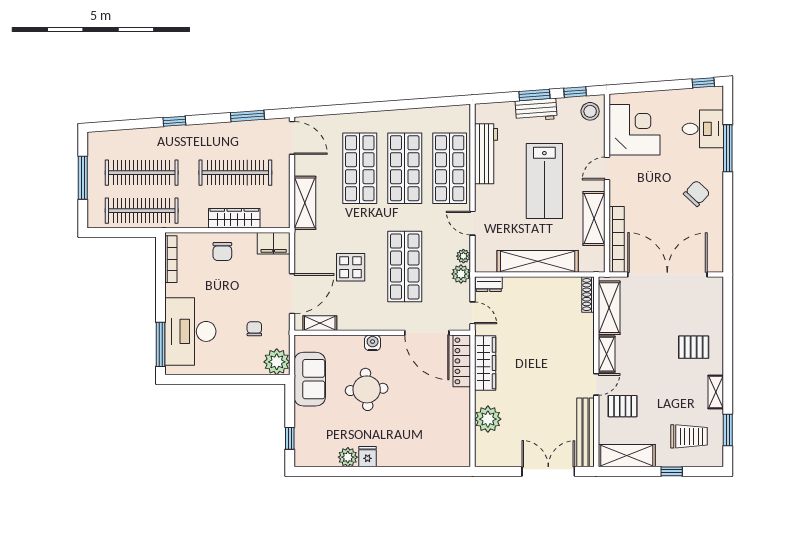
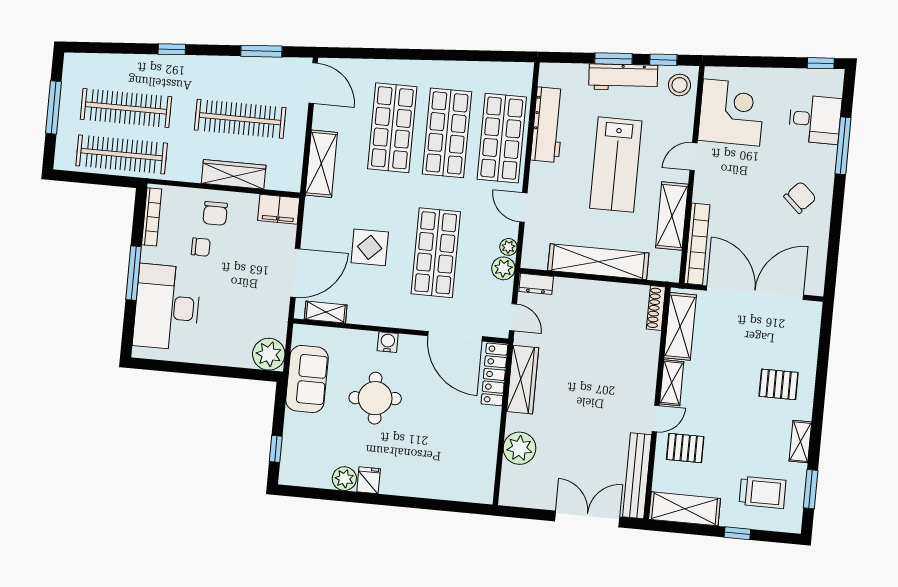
workbench: (536, 110) -> (623, 77), width x1.38
chair: (254, 329) -> (201, 247), moved, turned 90
window: (161, 344) -> (134, 273), moved

